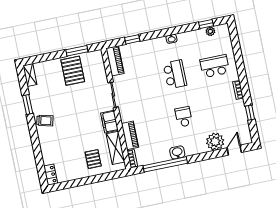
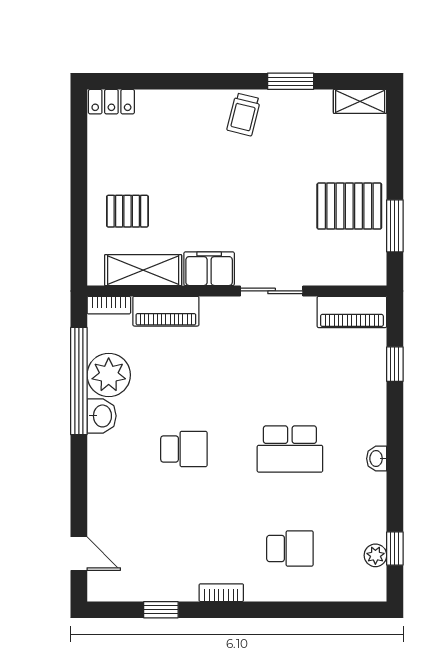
school desk: (215, 66) -> (290, 548), width x0.54
plant: (215, 142) -> (109, 375), moved

